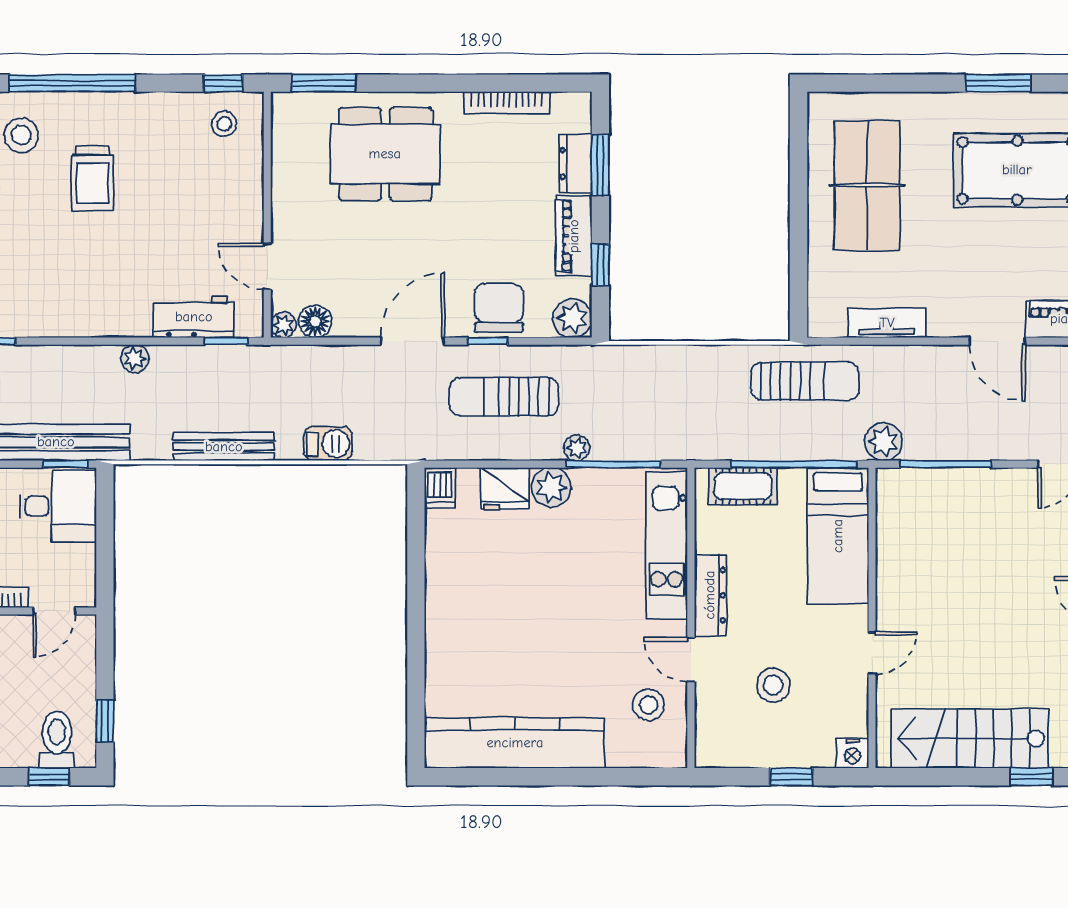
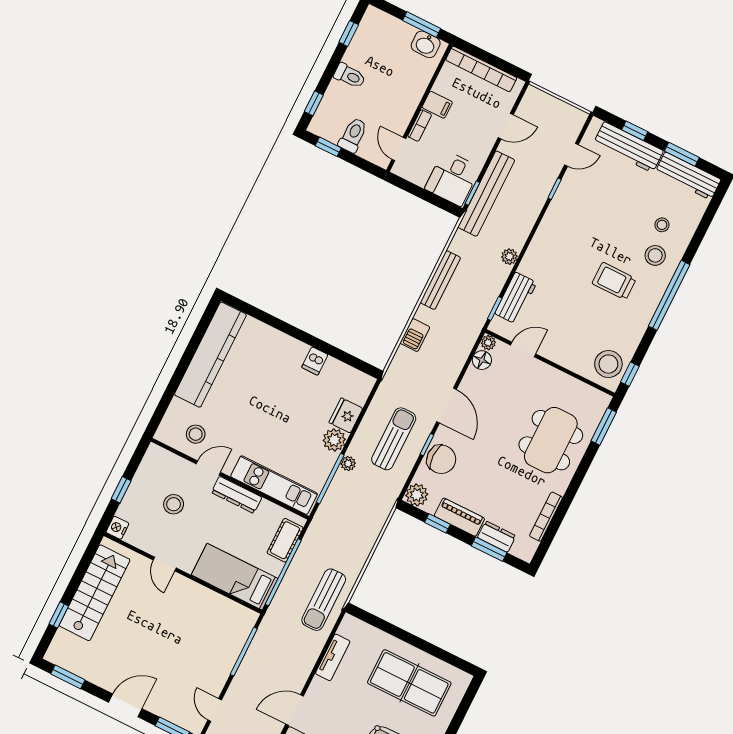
stool: (224, 124) -> (608, 364), width x1.89, depth x1.89
plant: (883, 442) -> (272, 625), removed
dishwasher: (440, 488) -> (315, 361), moved, turned -90
toilet: (57, 740) -> (353, 135), moved, turned -90

